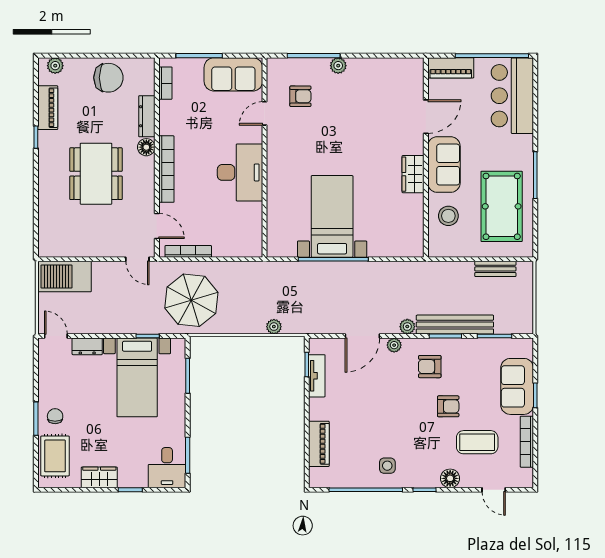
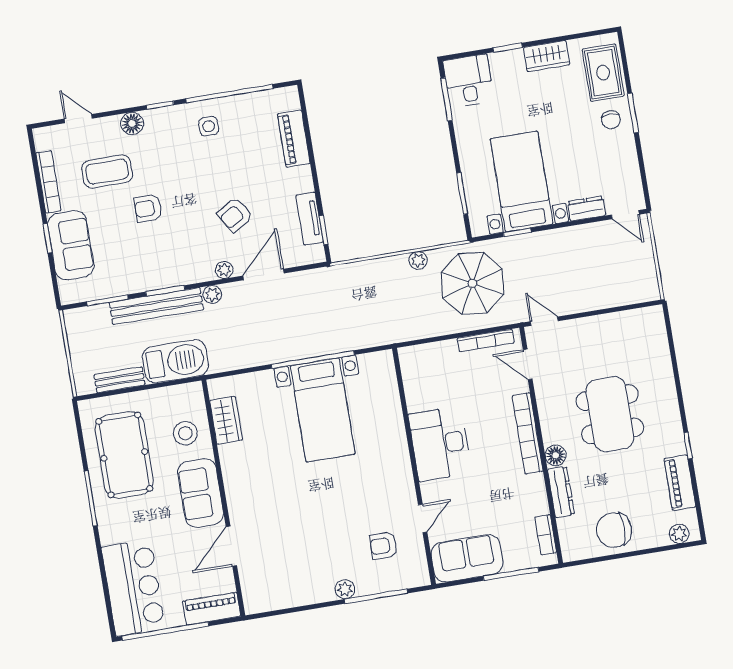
wardrobe: (413, 174) -> (226, 420), moved
barbecue: (65, 277) -> (175, 361), moved
plant: (274, 327) -> (418, 260), moved
armchair: (430, 367) -> (235, 215), moved, turned 149

